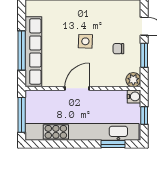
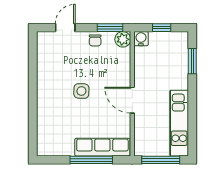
chair: (118, 49) -> (95, 40), moved
row of seats: (33, 51) -> (102, 147), width x0.73
window: (144, 55) -> (110, 28), moved
kitchen unit: (82, 132) -> (179, 123), width x0.54

